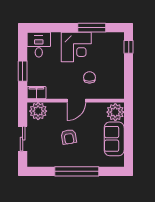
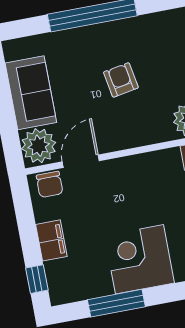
filing cabinet: (118, 64) -> (51, 240), added
chair: (89, 77) -> (50, 184), moved
door: (76, 101) -> (81, 161), moved

